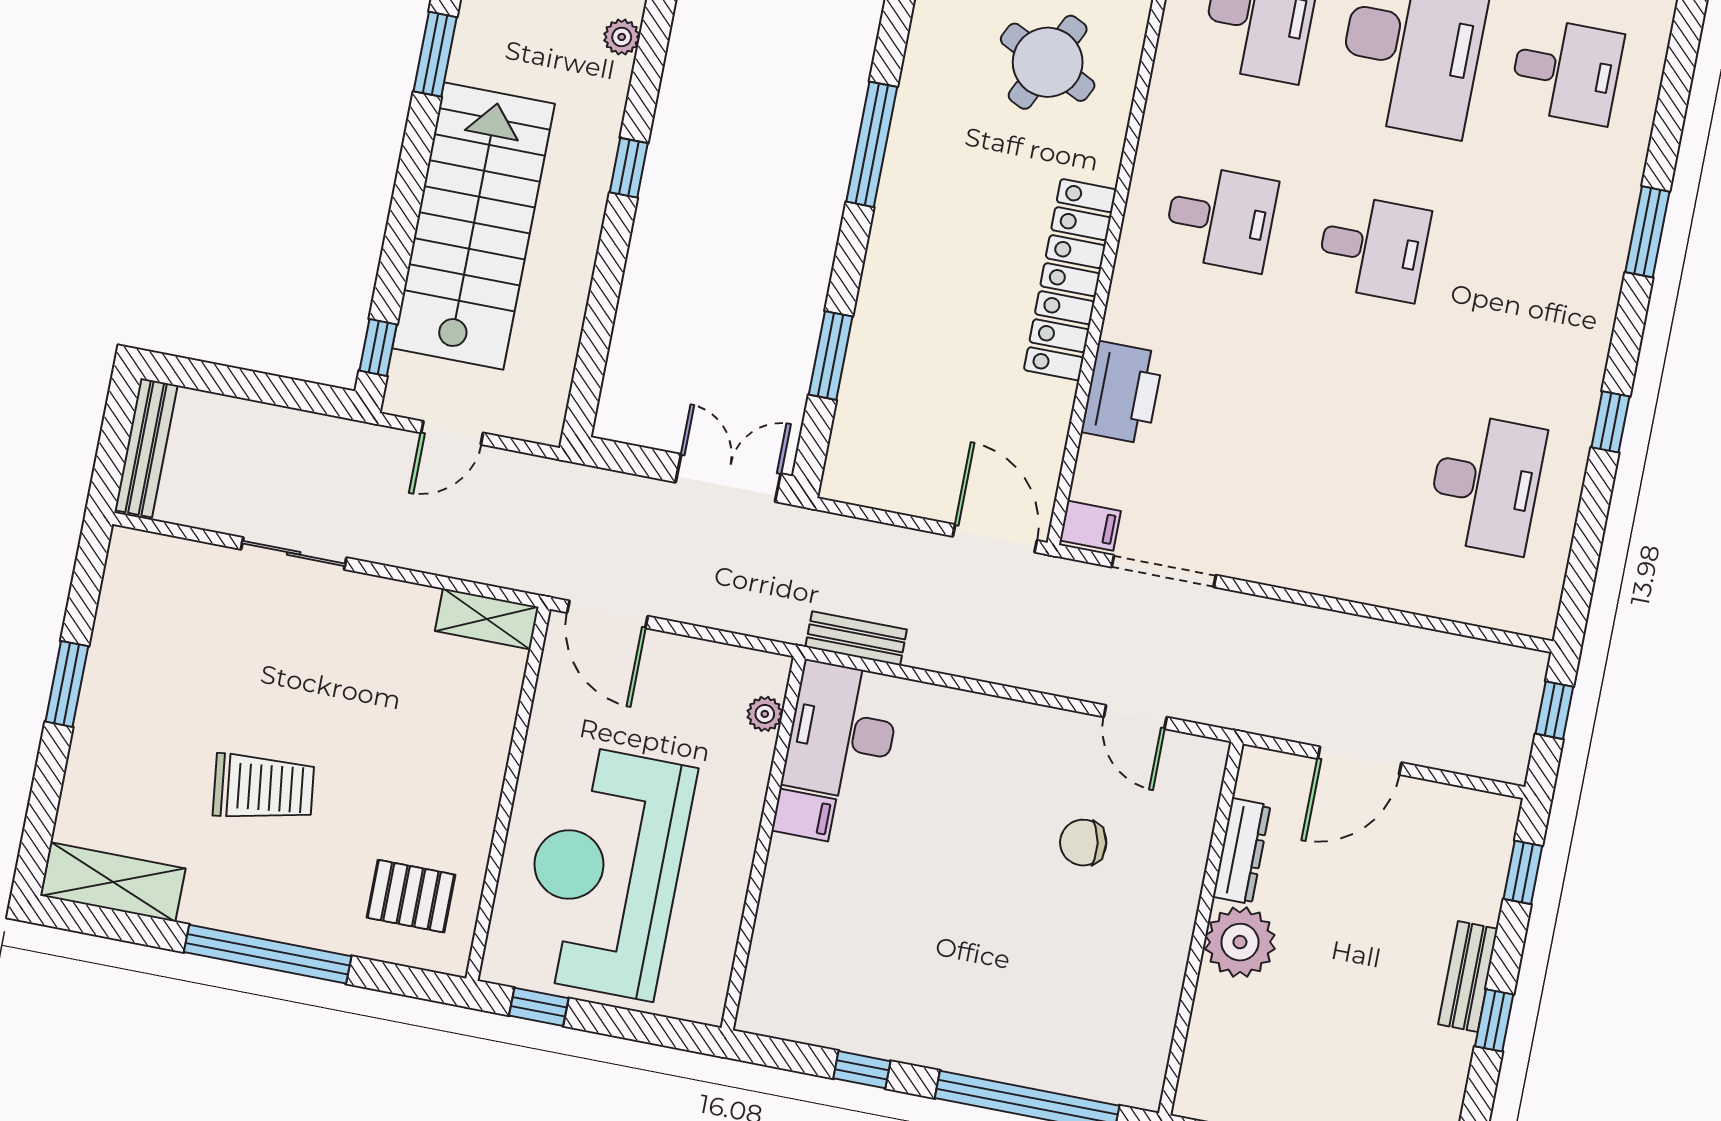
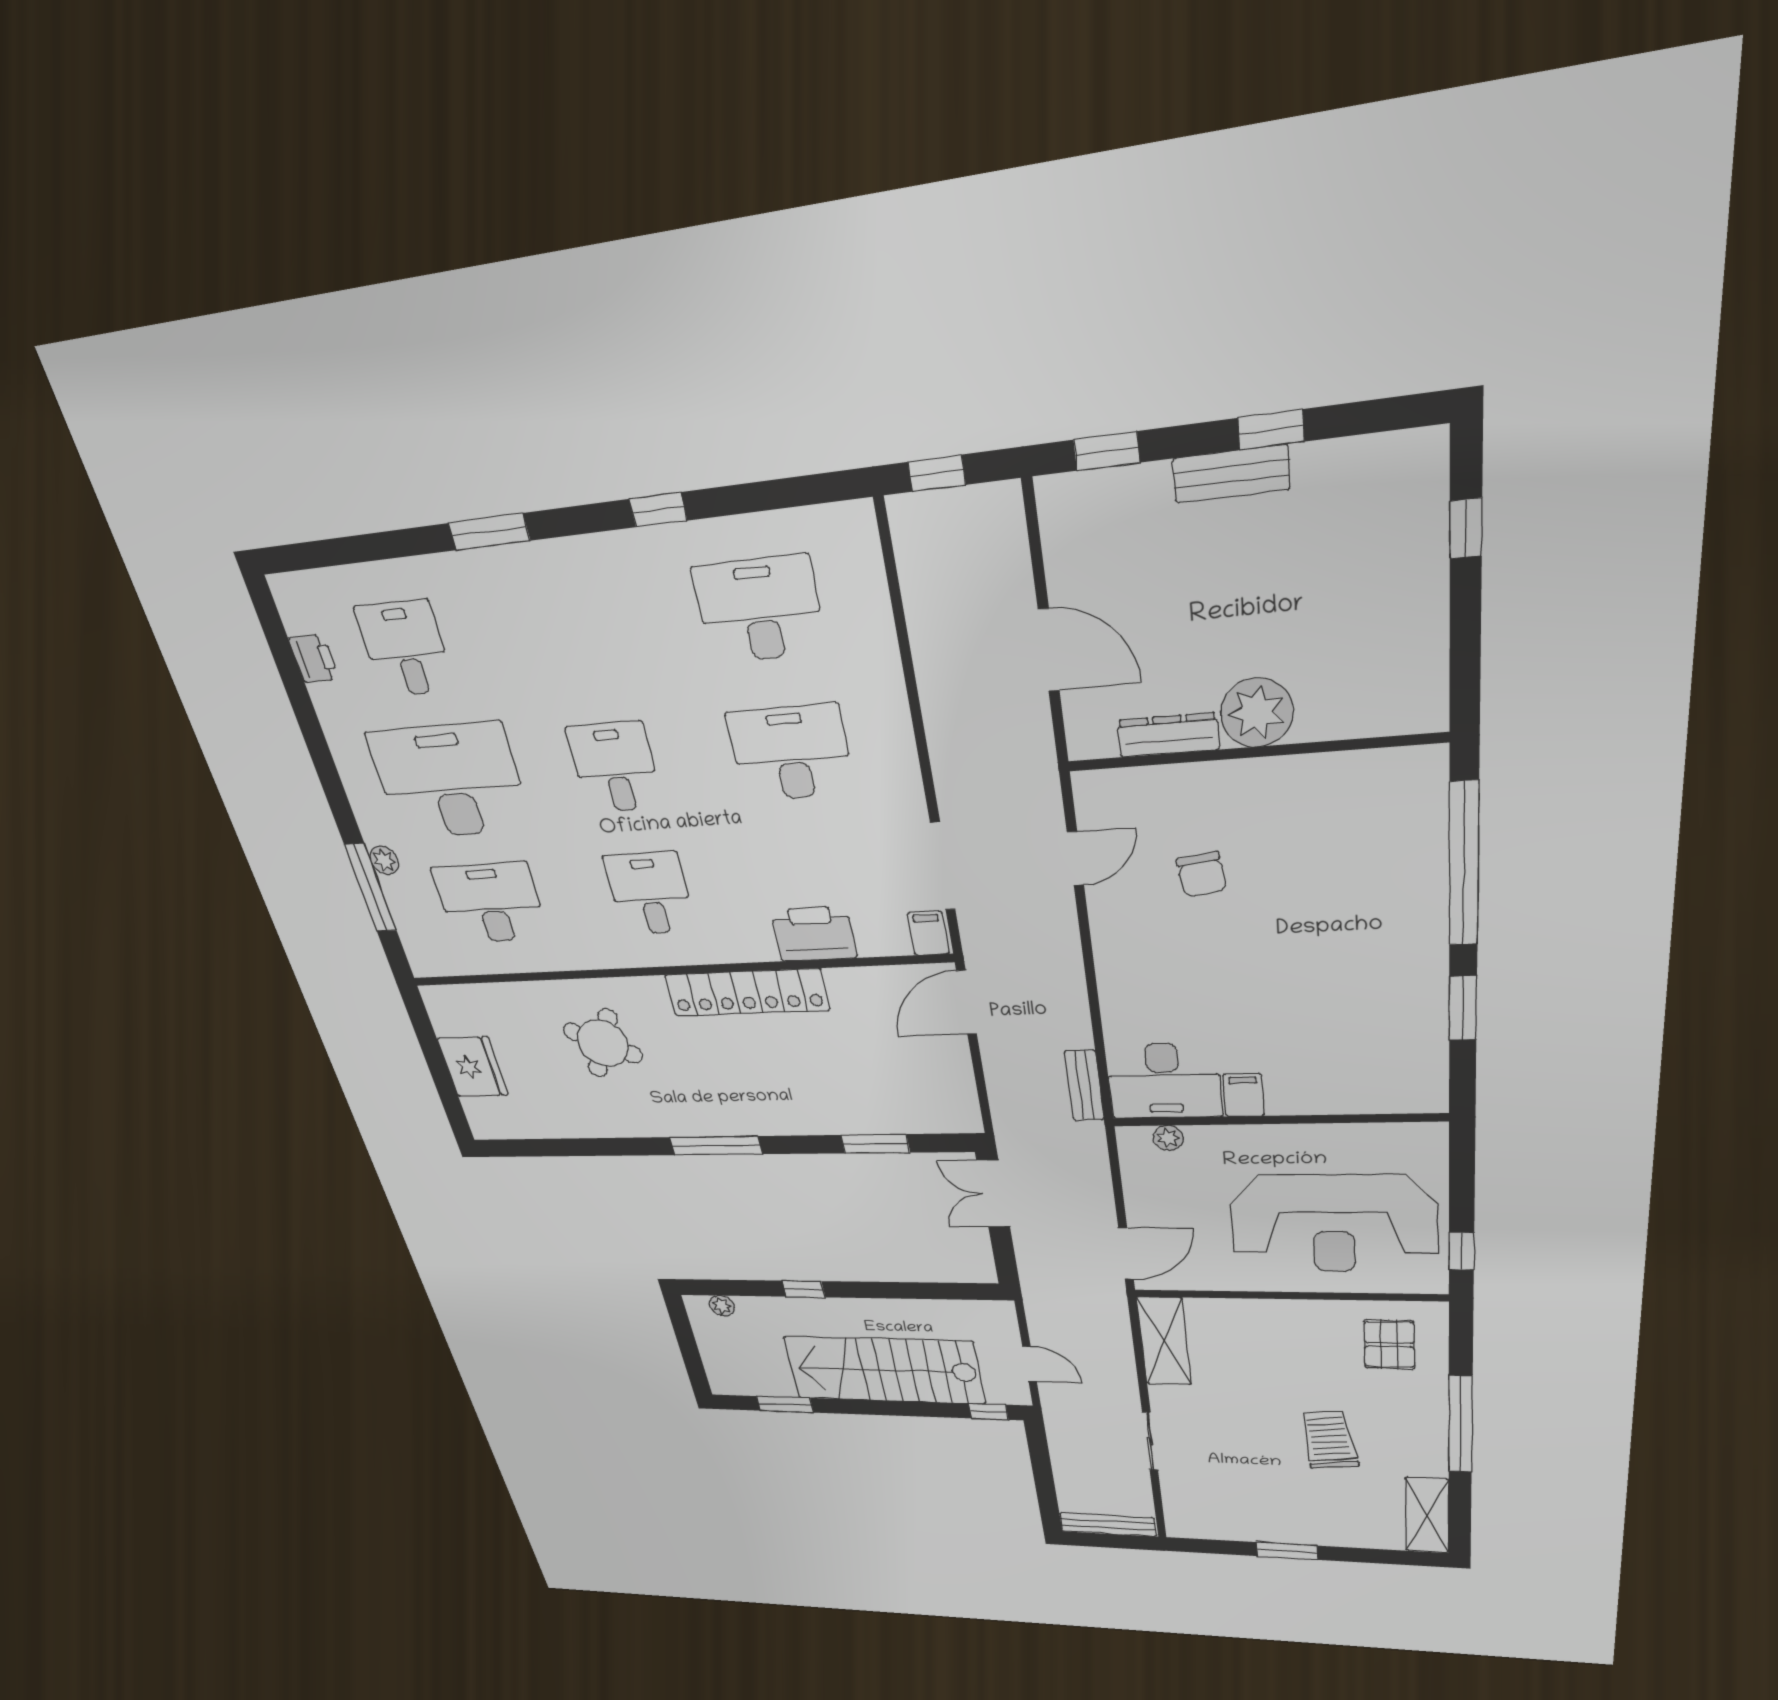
desk: (1333, 454) -> (791, 753), added
shelving: (487, 619) -> (1164, 1341), width x1.50, depth x1.33
window: (862, 1070) -> (1463, 1008), width x1.50

